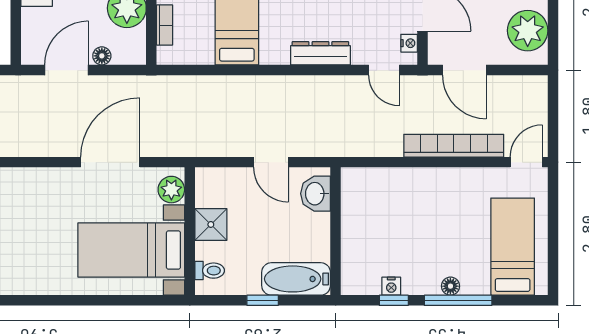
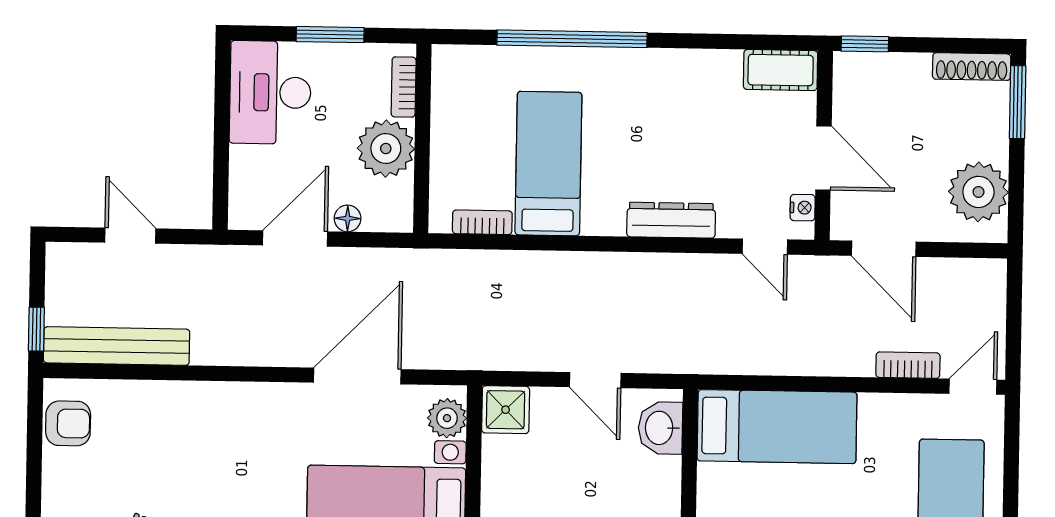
bookcase: (165, 25) -> (482, 222), moved, turned -90
bookcase: (454, 146) -> (908, 365), width x0.43, depth x0.76
bed: (394, 191) -> (777, 427), added
shower: (211, 224) -> (506, 410), moved

